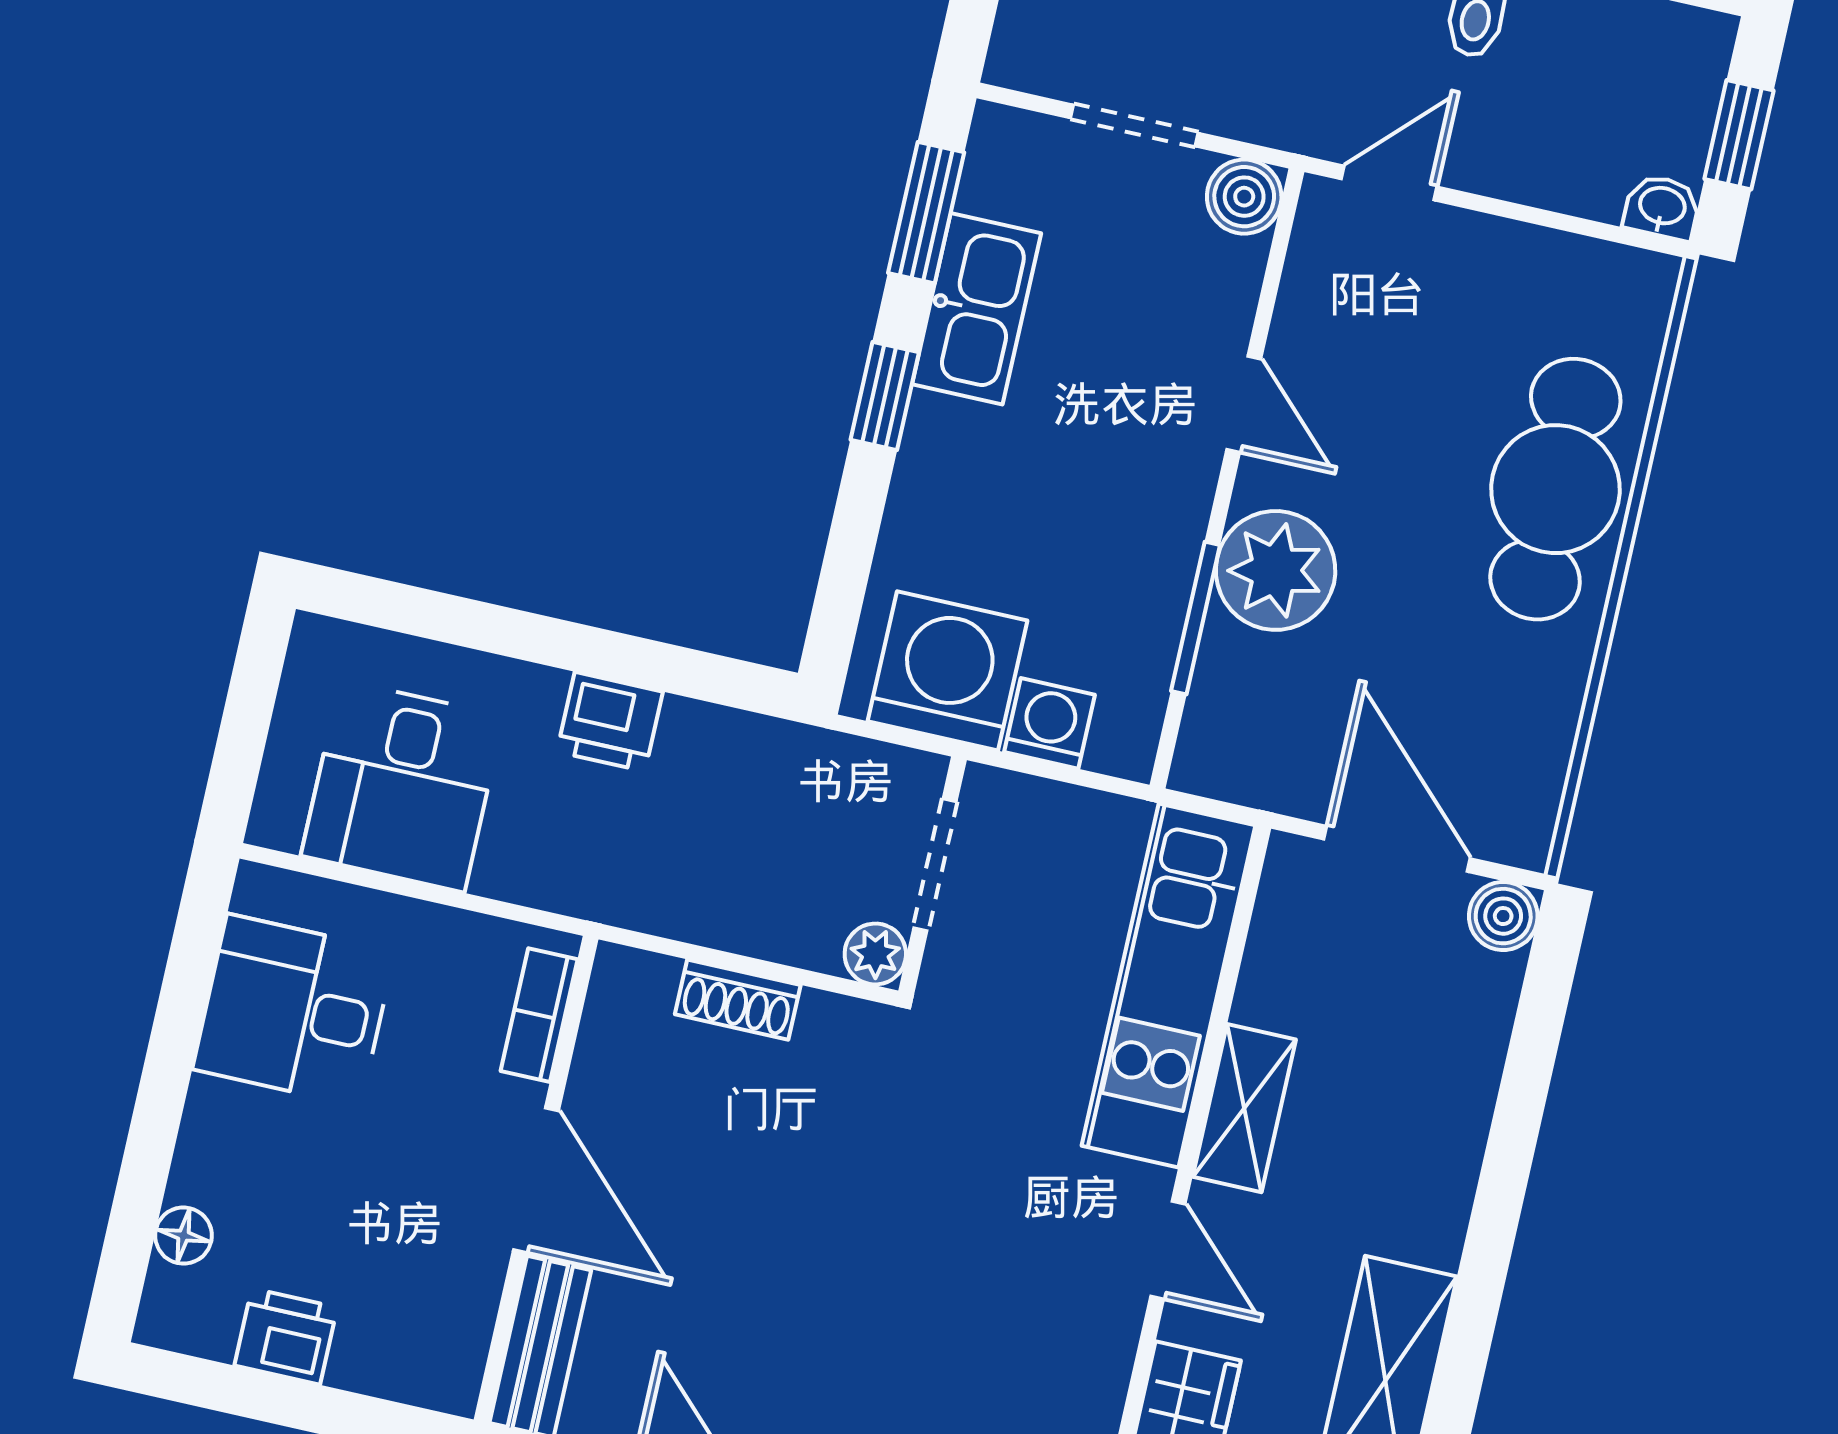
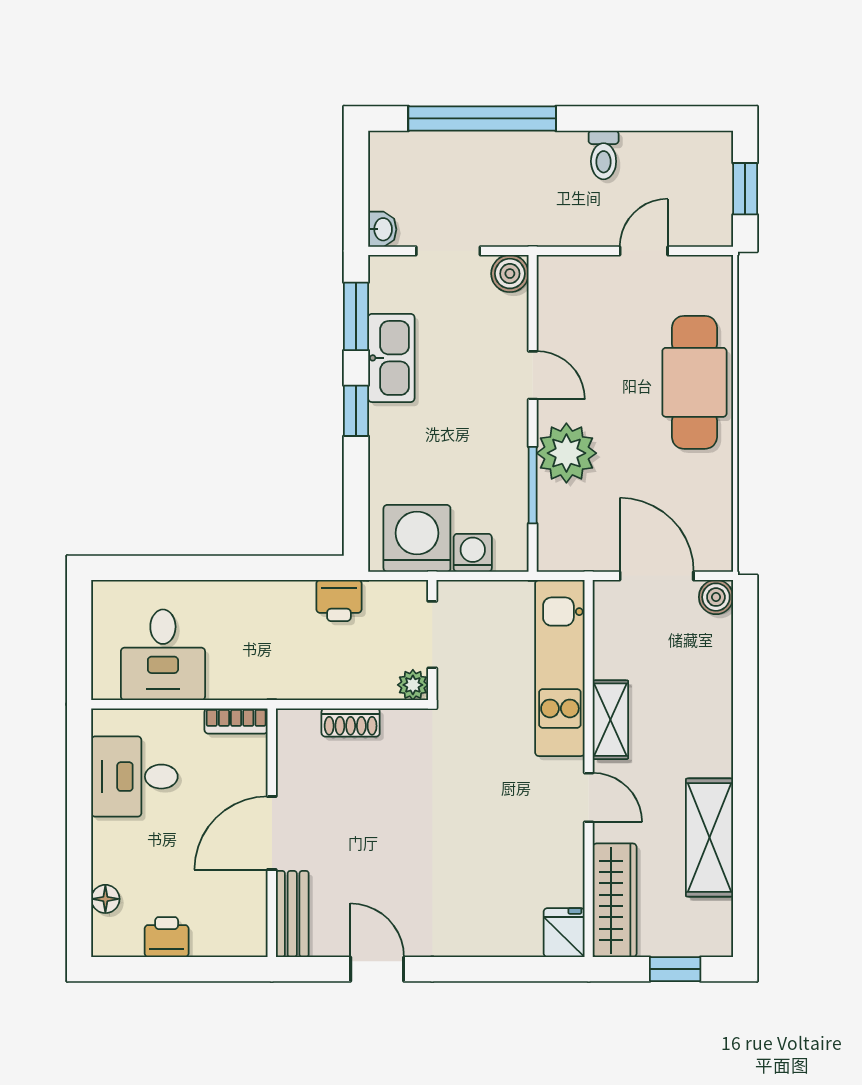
door: (1389, 183) -> (644, 251), moved
washbasin: (1662, 207) -> (382, 229), moved, turned 90
printer: (610, 722) -> (339, 600), moved
bookcase: (539, 1015) -> (236, 721), moved, turned -90
door: (536, 1180) -> (272, 833), swing flipped

